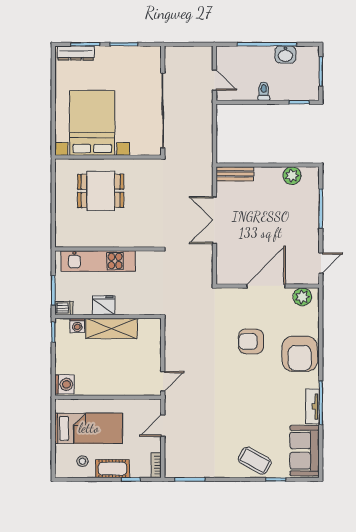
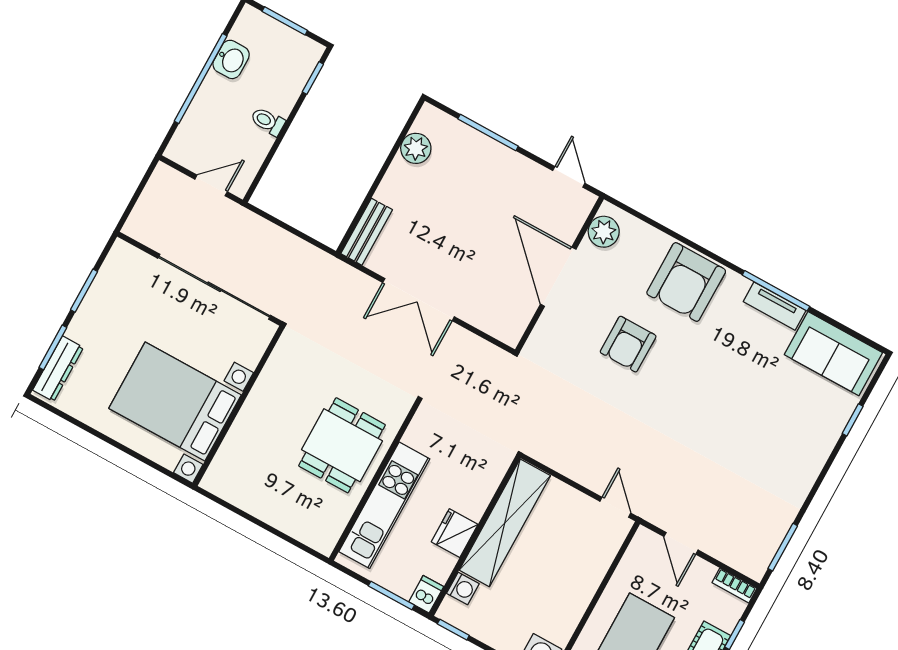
dining table: (101, 191) -> (342, 445), moved
shelving: (111, 328) -> (505, 523), width x1.47
armchair: (300, 354) -> (686, 282), turned 90
coffee table: (255, 461) -> (808, 436), removed

